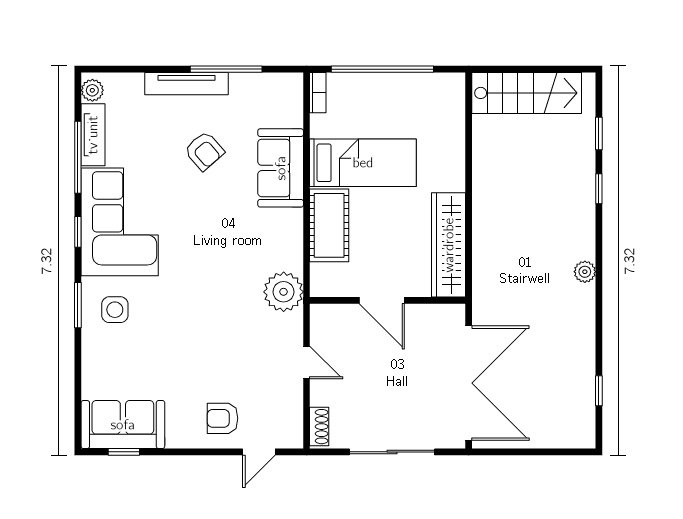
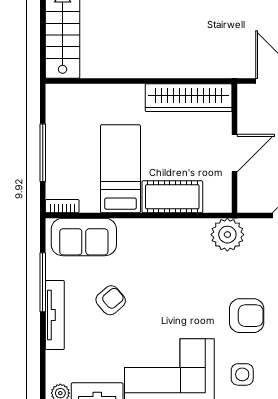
window: (382, 69) -> (43, 153), width x0.68
sofa: (281, 168) -> (84, 237), moved
armchair: (186, 315) -> (247, 316), added

